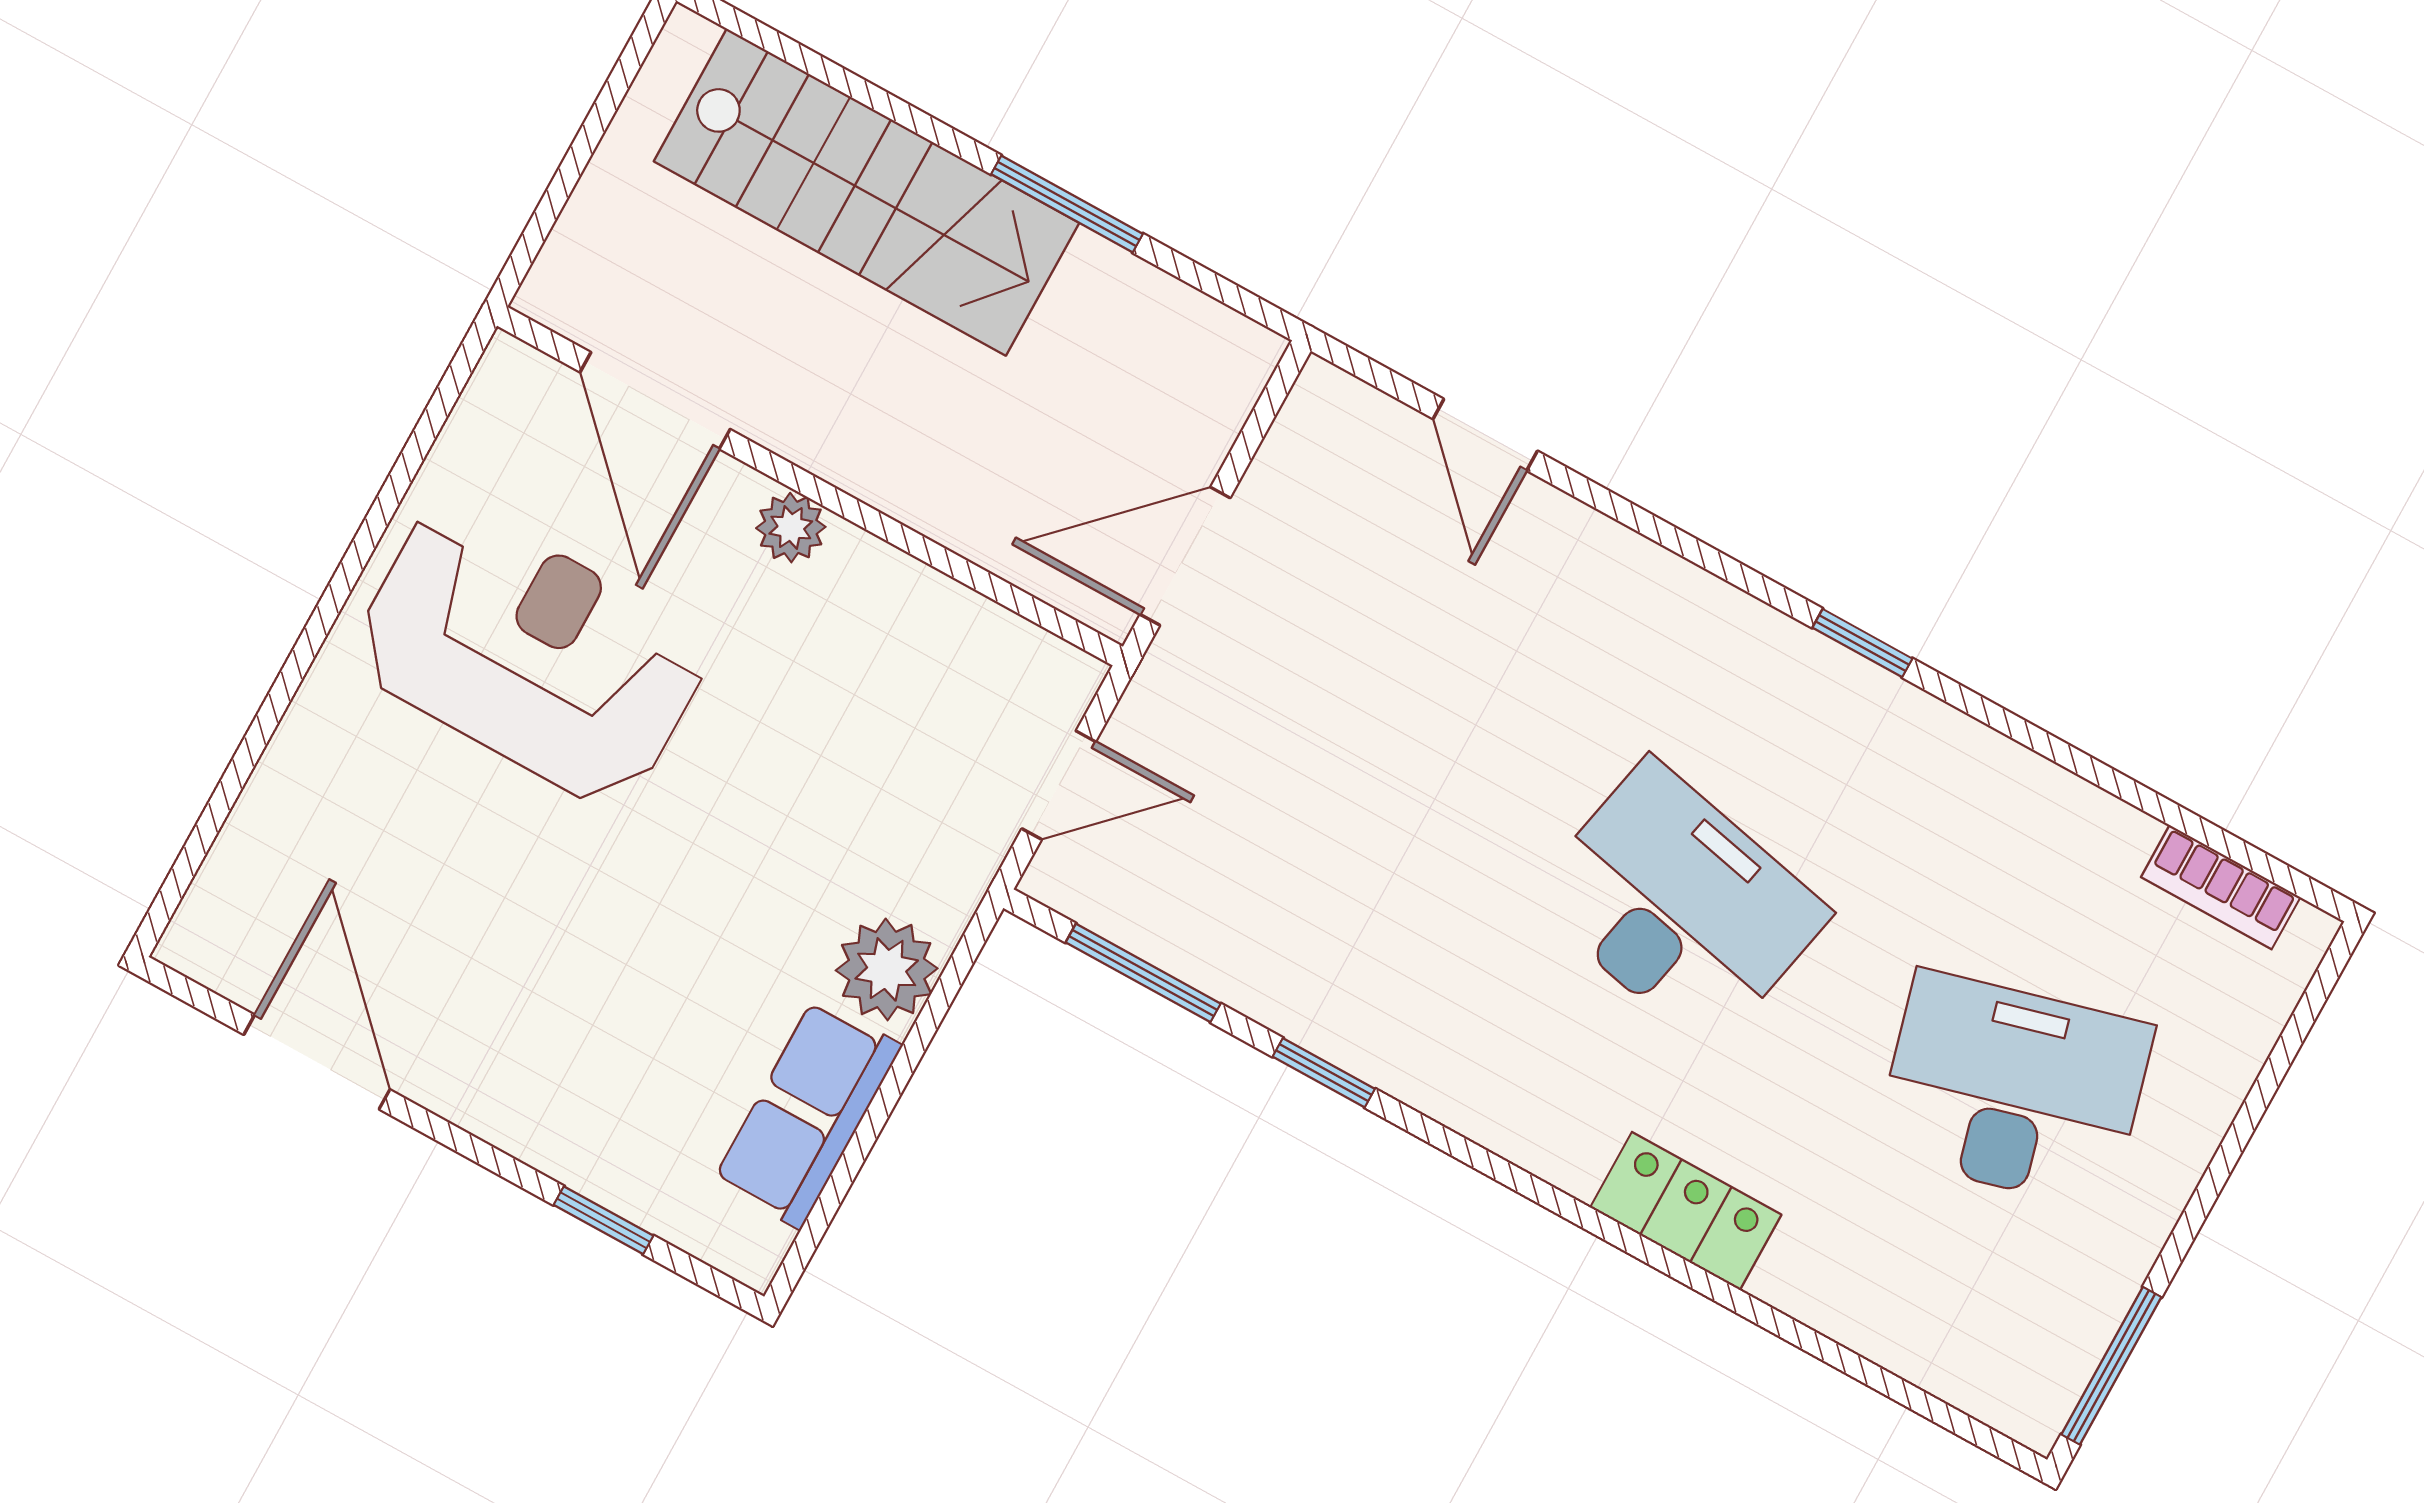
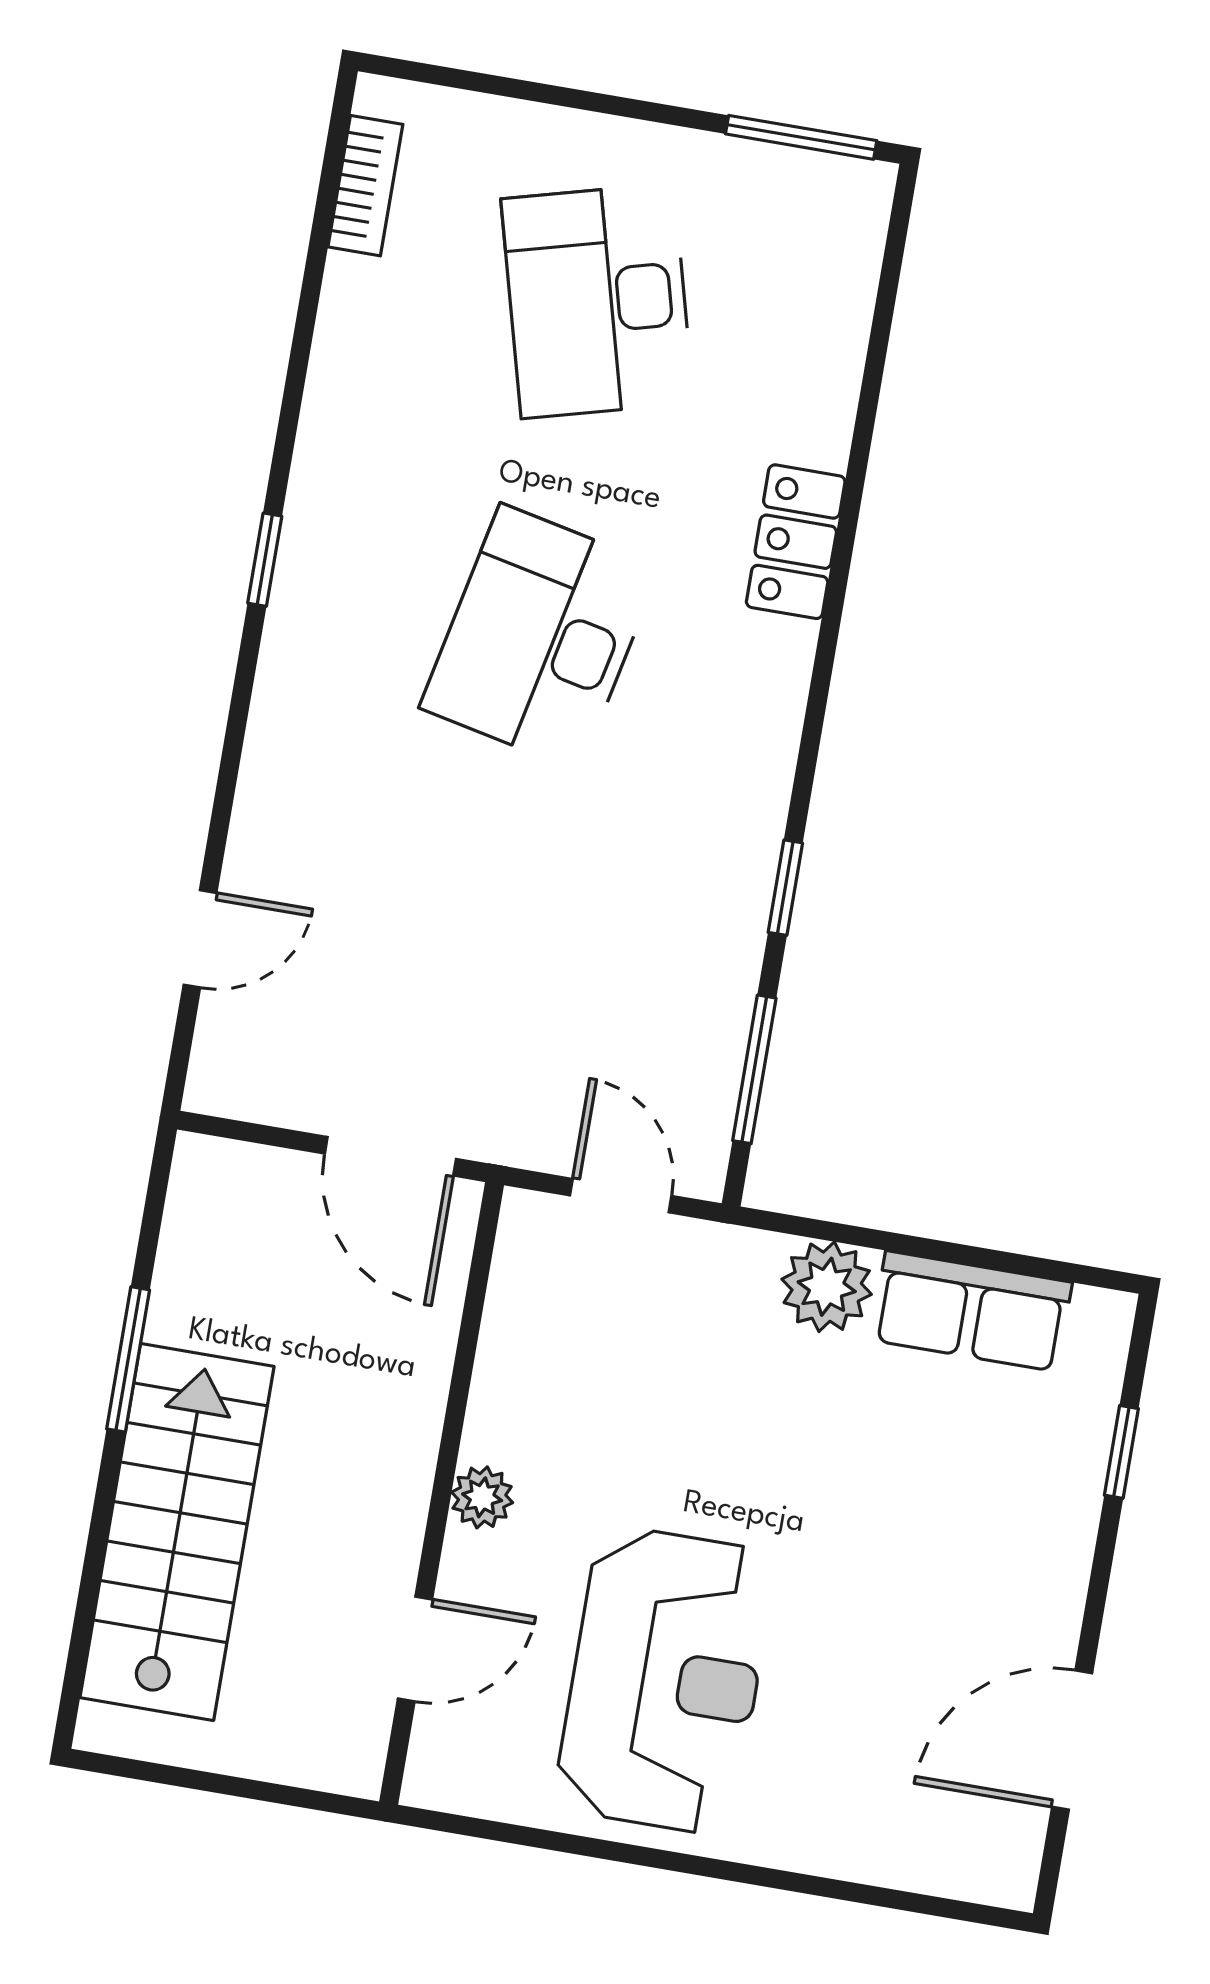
door: (655, 401) -> (415, 1649), width x0.73
reception desk: (530, 654) -> (665, 1680), turned 180

